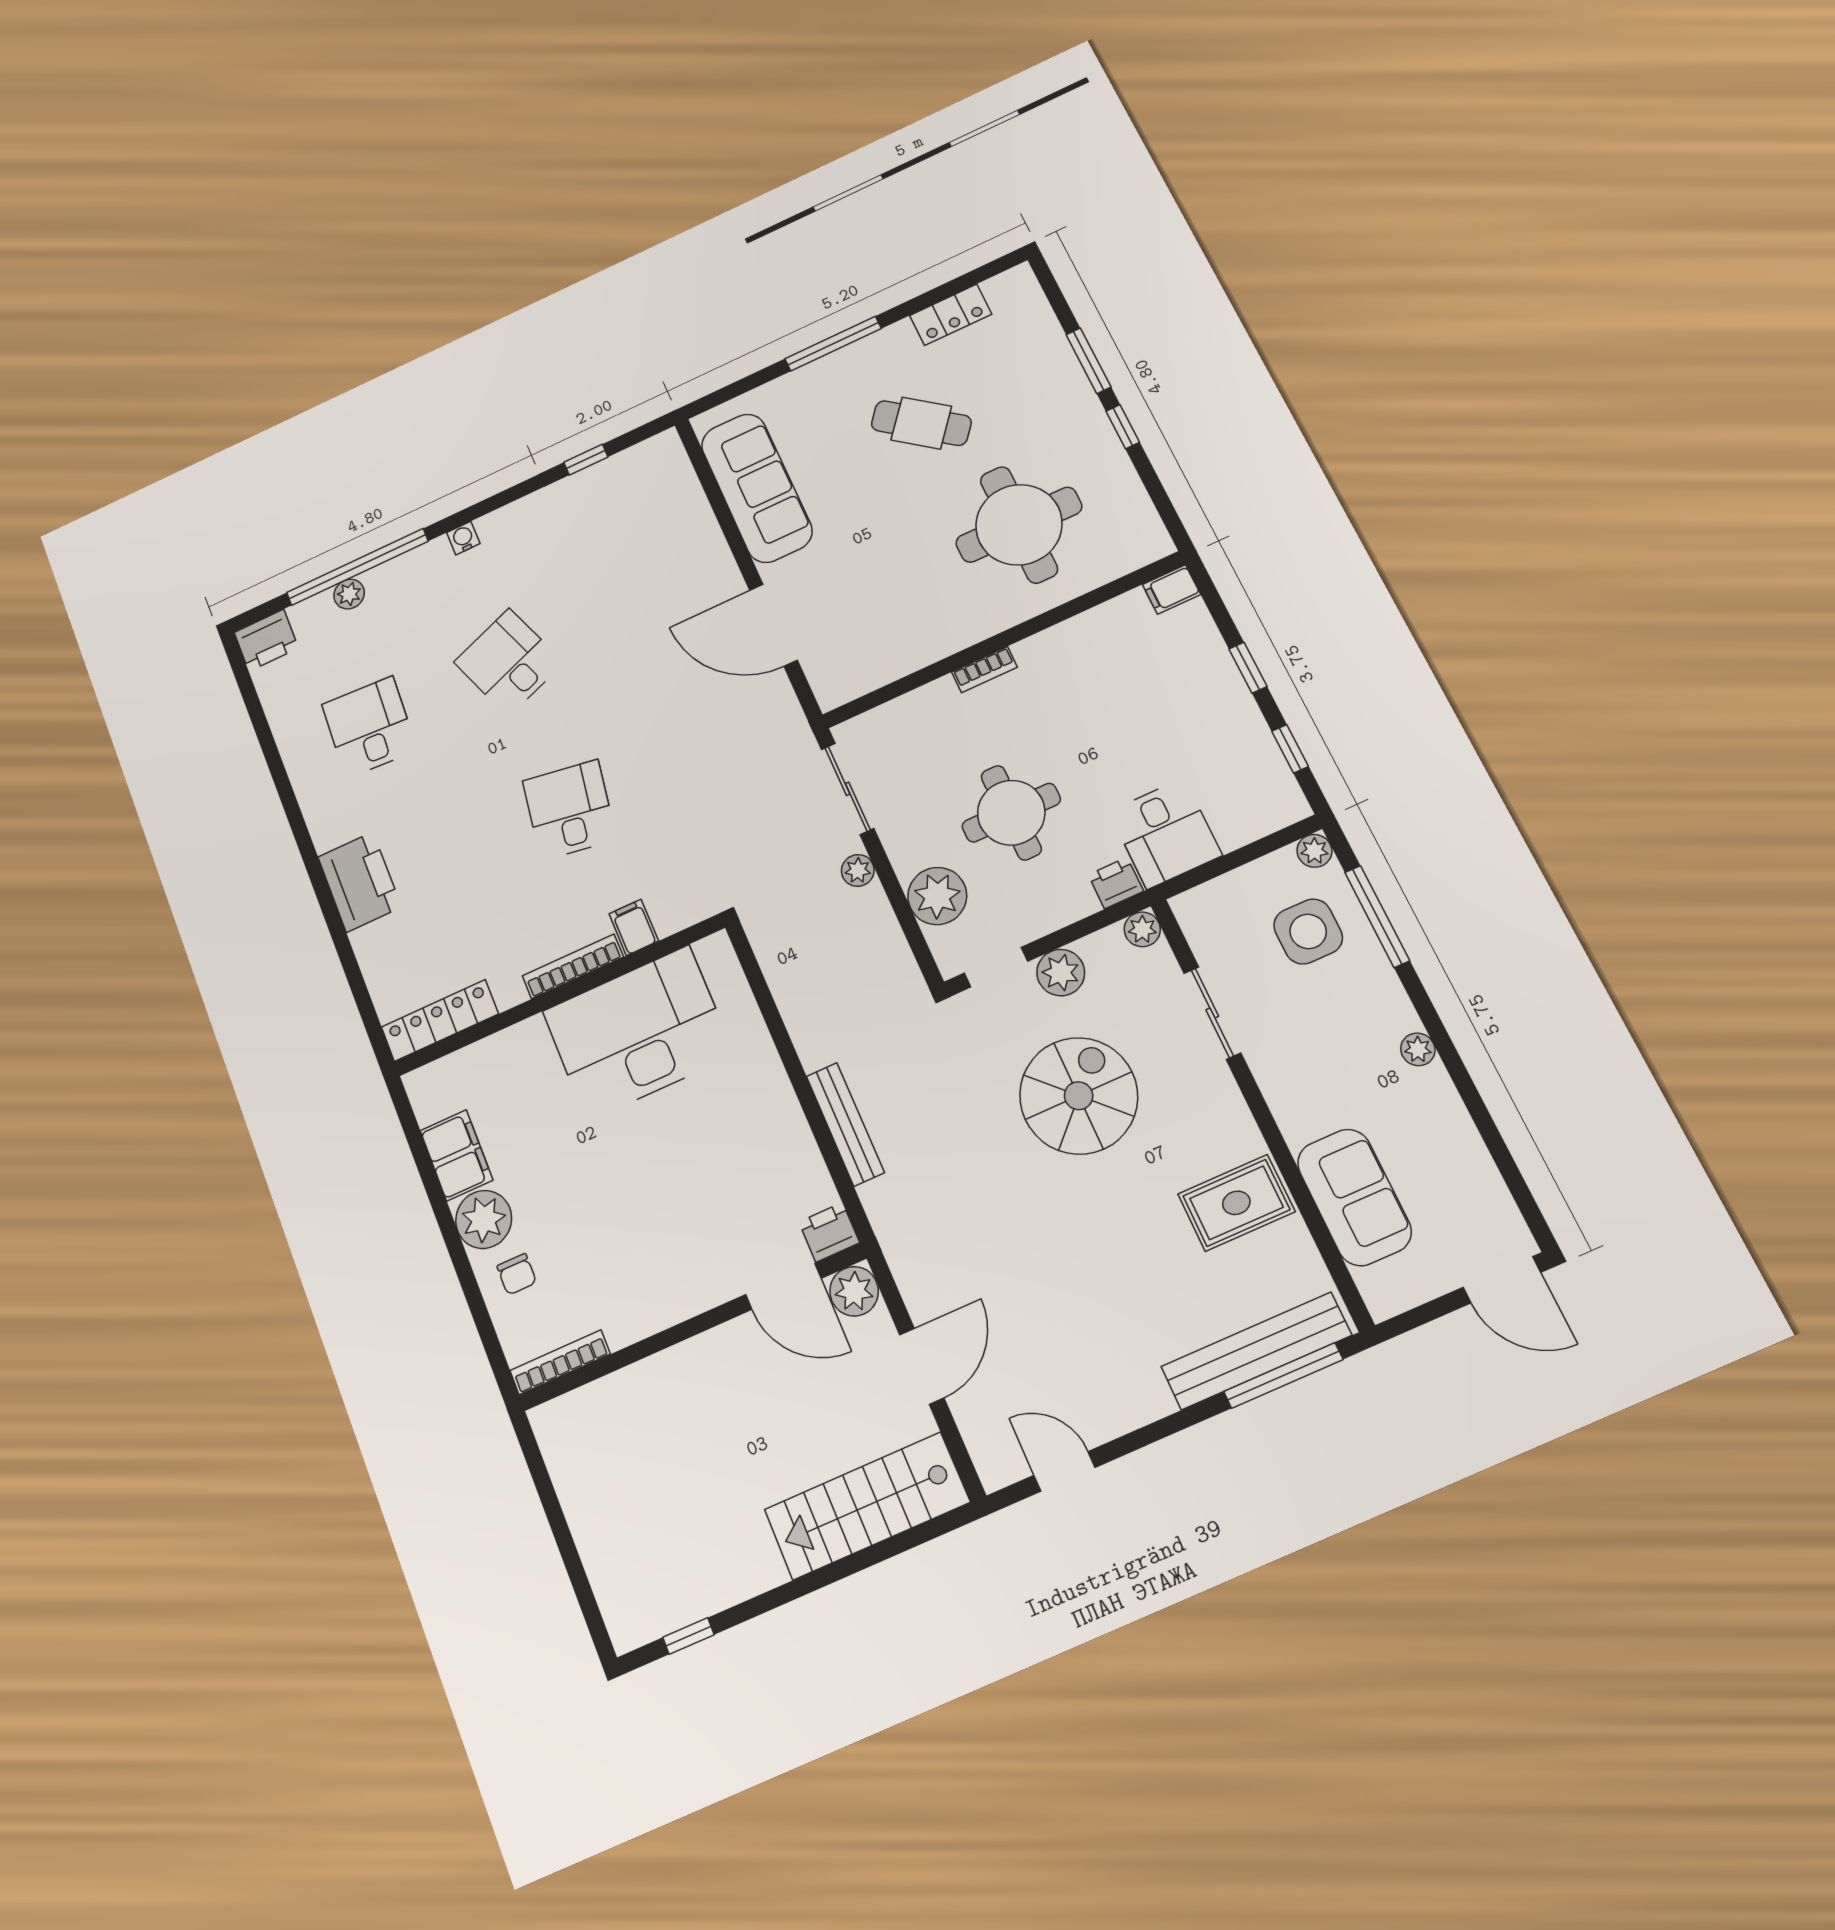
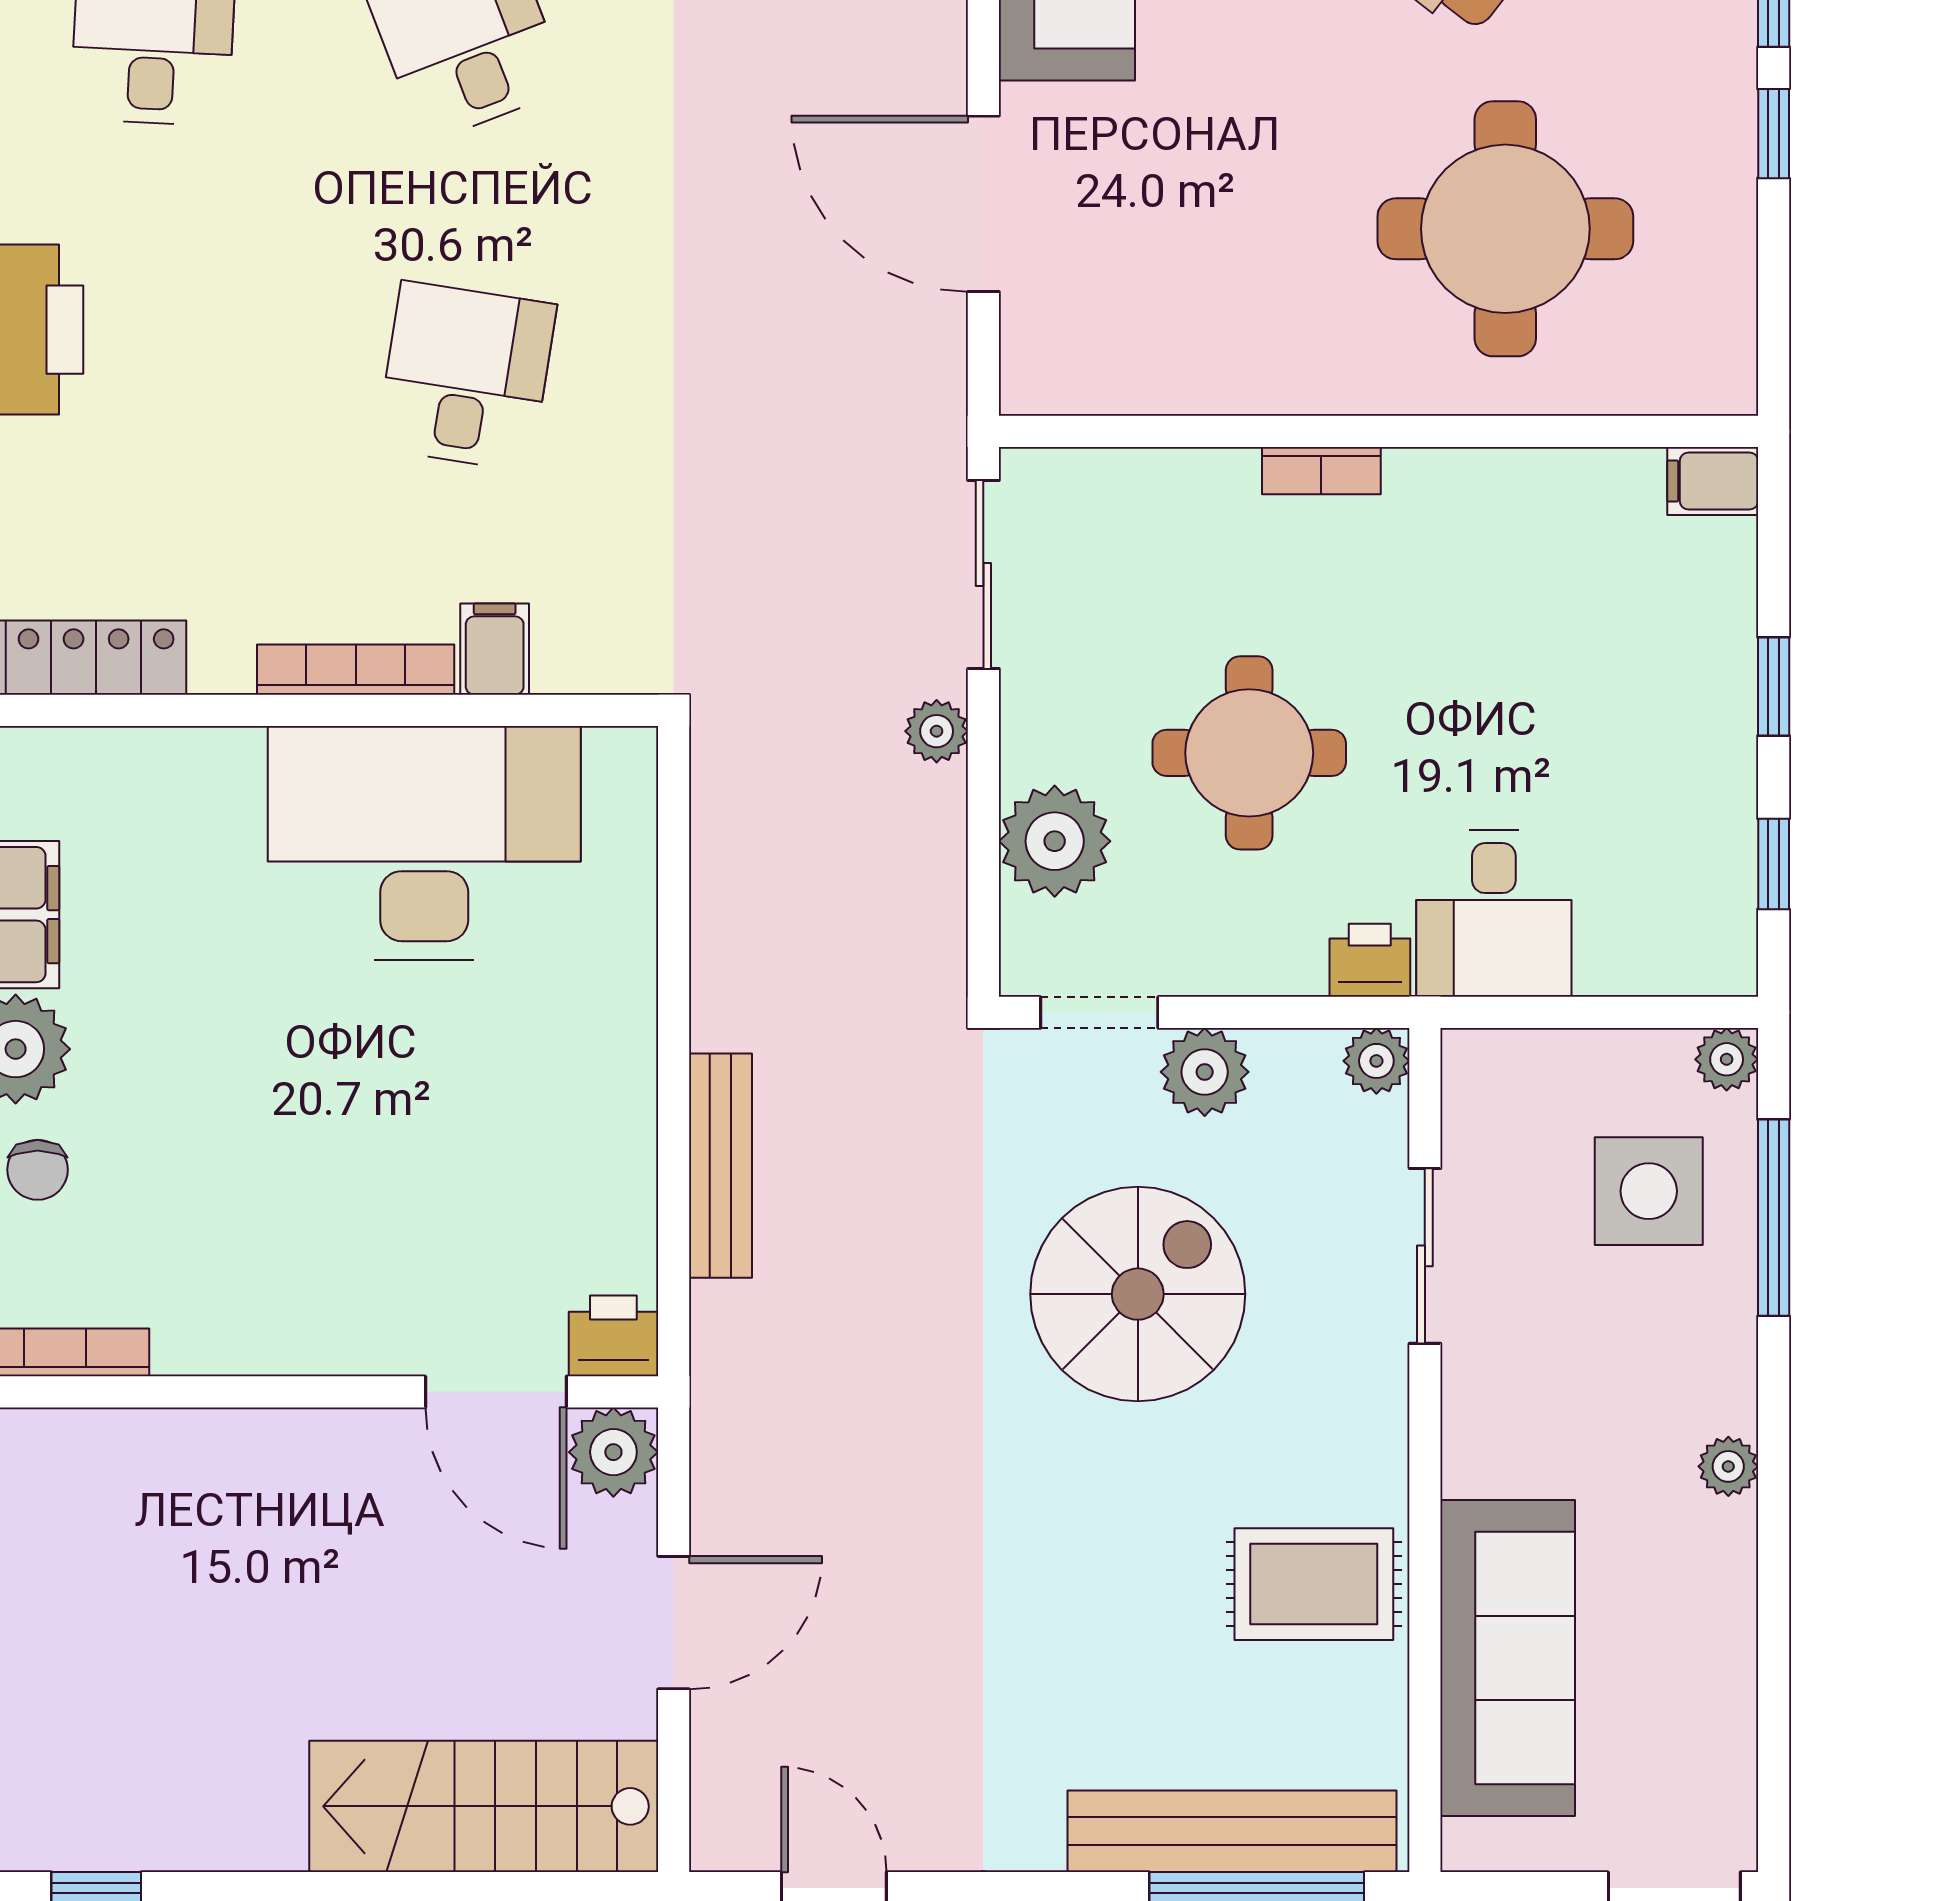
sofa: (1354, 1197) -> (1508, 1658), width x1.36

